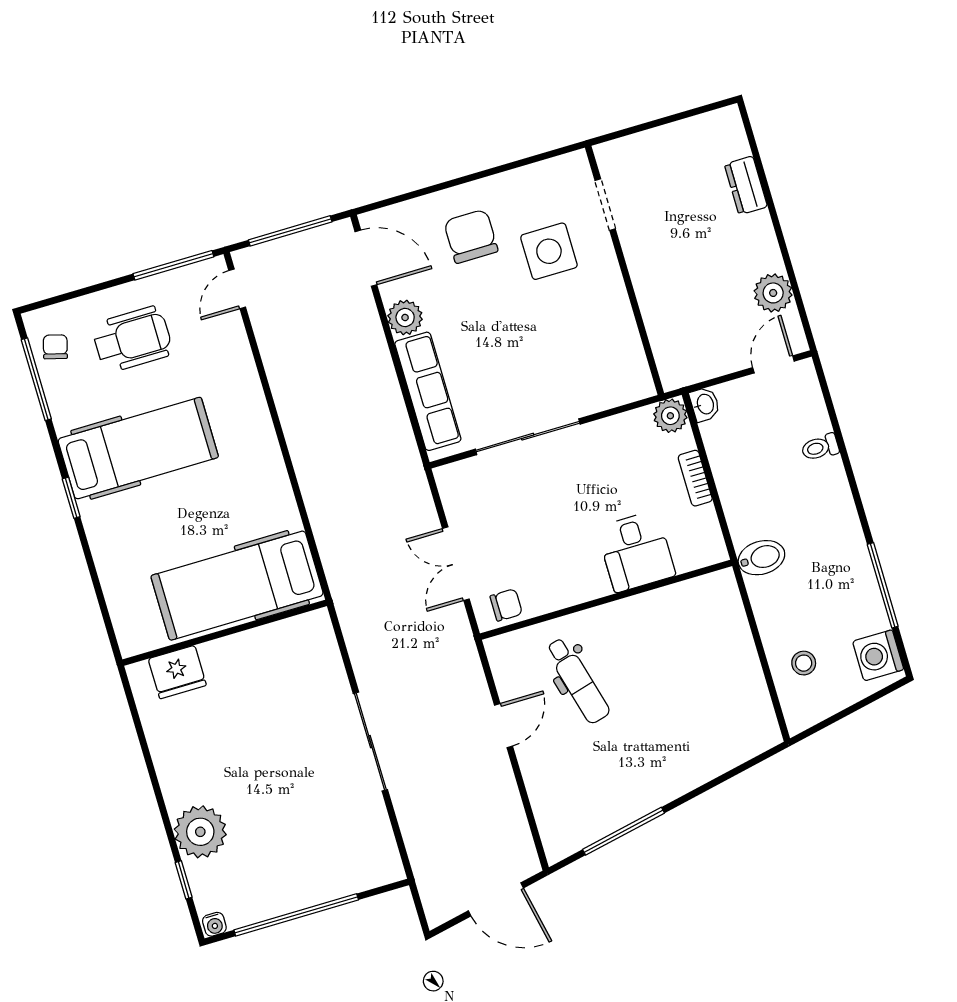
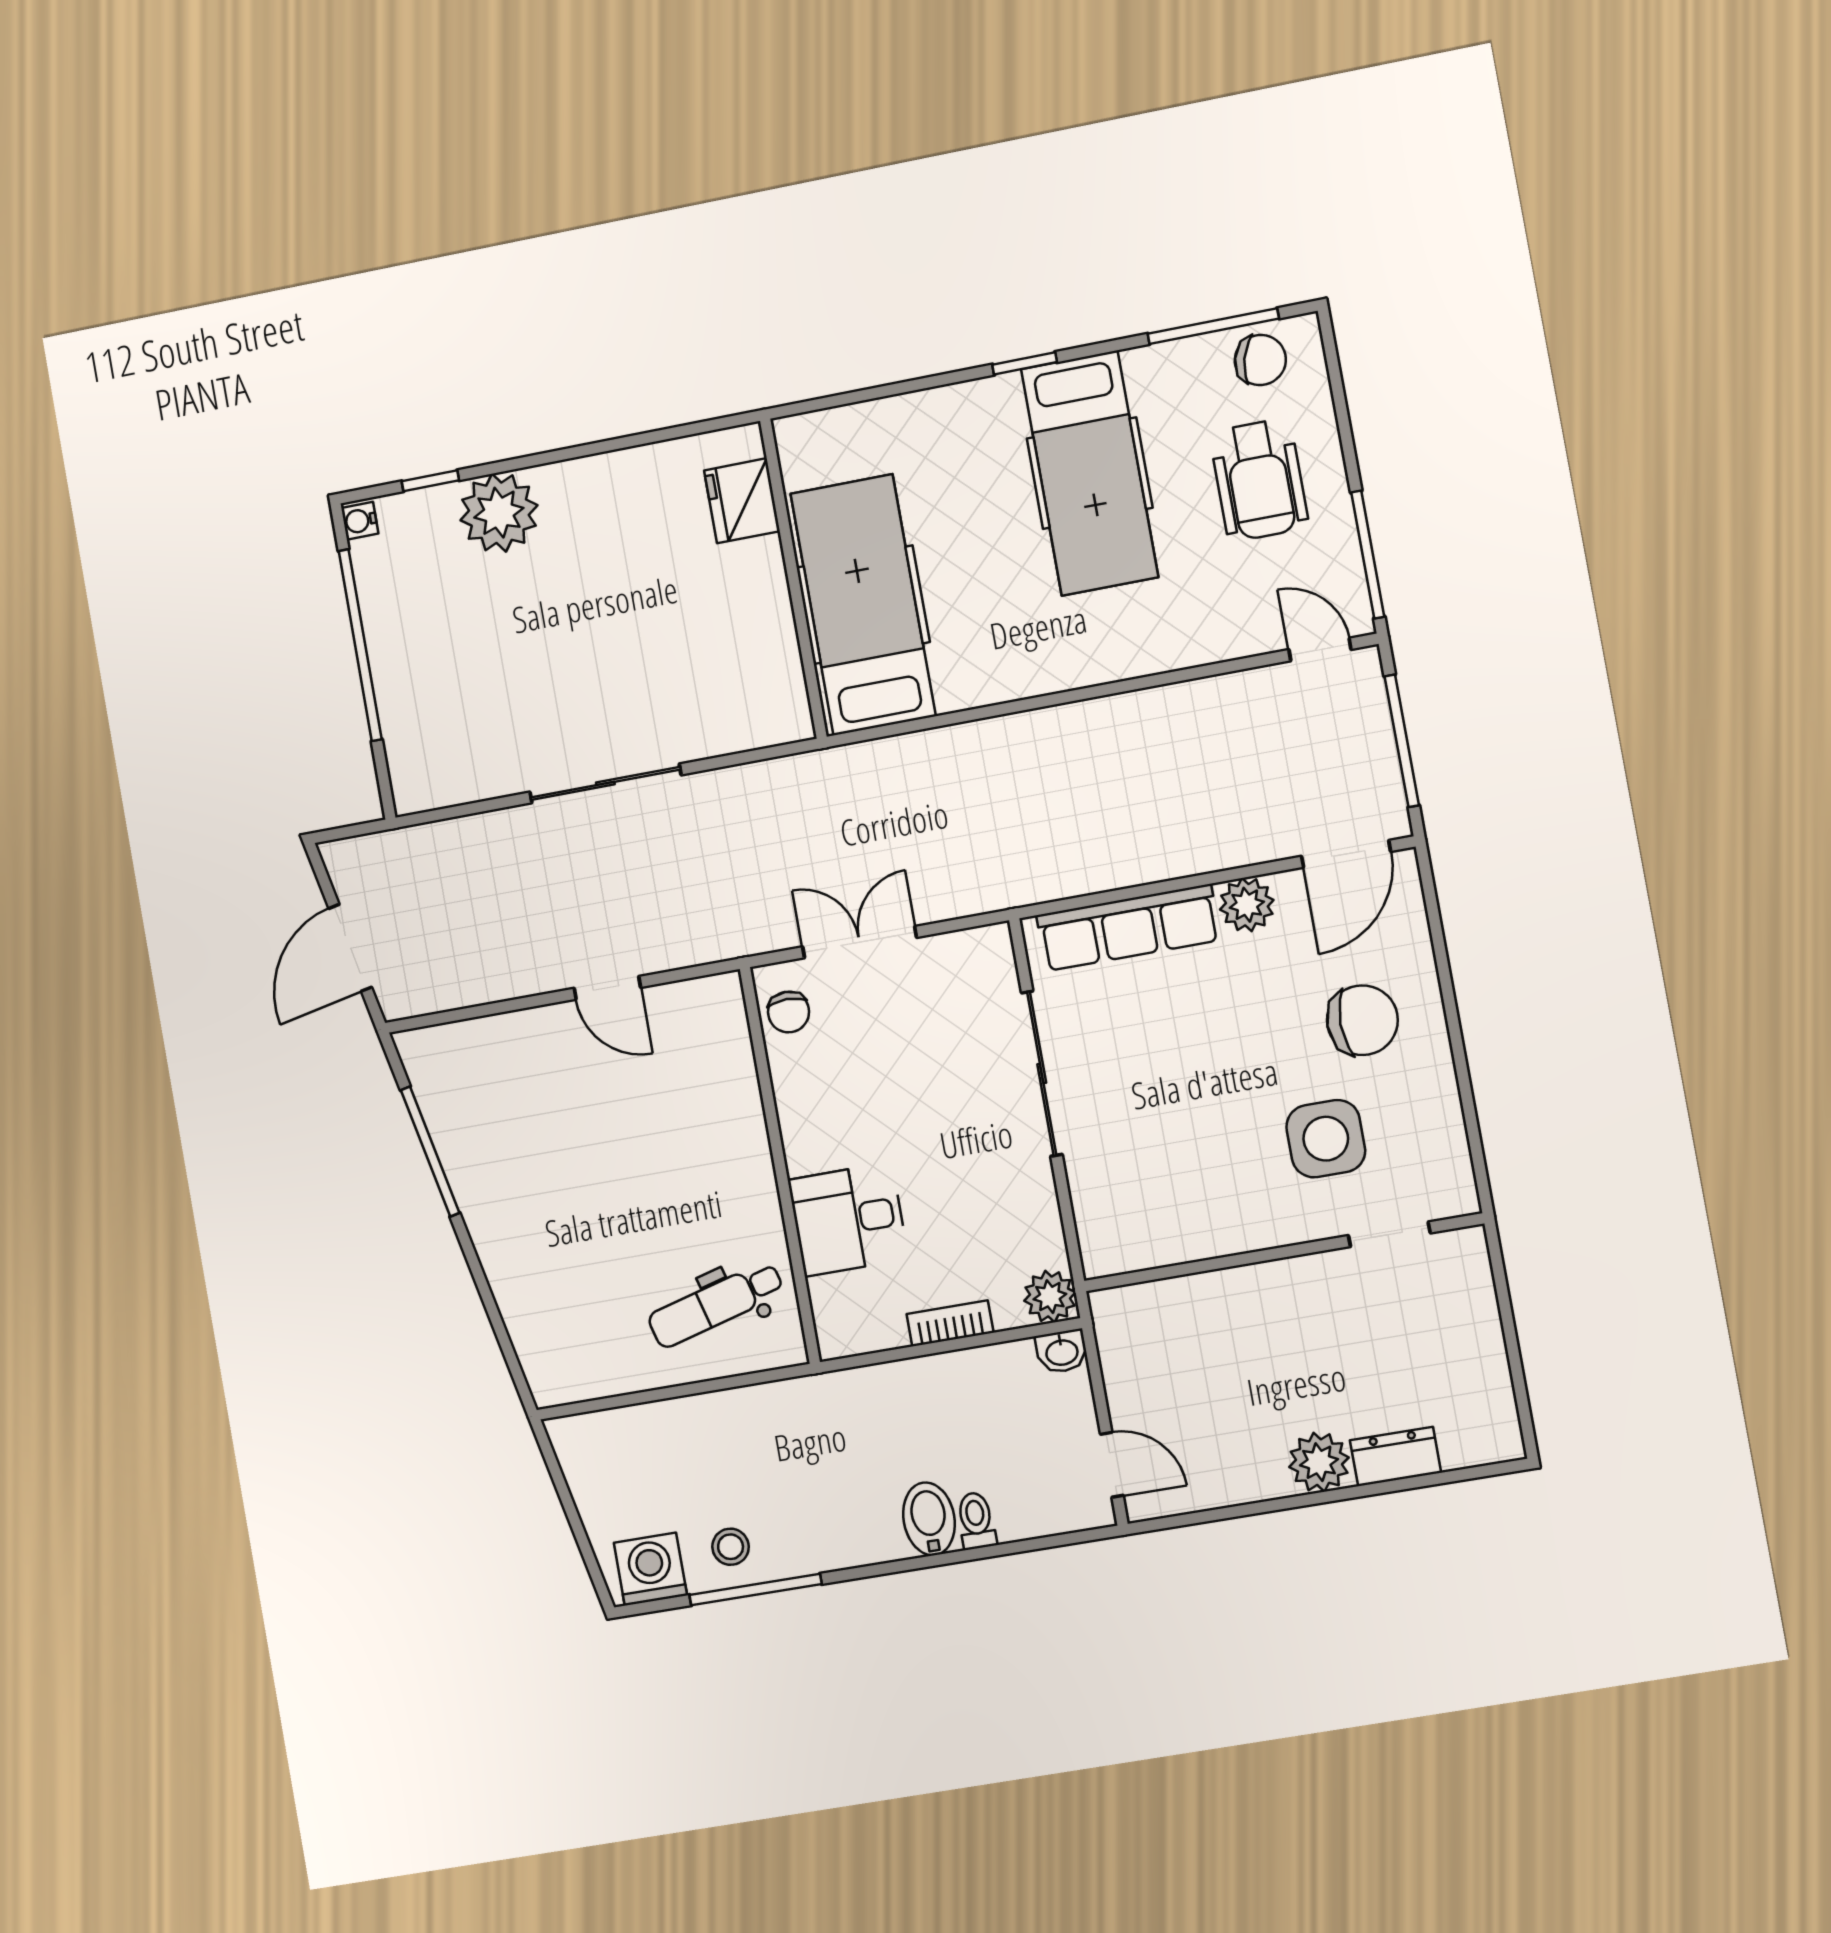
plant: (773, 293) -> (1319, 1462), moved
chair: (55, 347) -> (1260, 360), width x1.37, depth x1.37
bidet: (761, 558) -> (929, 1519), moved, turned 180
stool: (804, 663) -> (731, 1547), moved
dental chair: (578, 681) -> (716, 1304), moved

